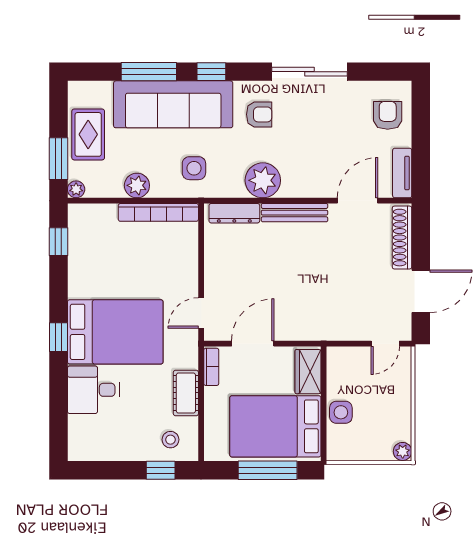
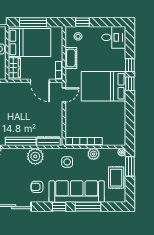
window: (58, 242) -> (130, 65), moved
door: (253, 344) -> (40, 81), hinge flipped
desk: (93, 390) -> (114, 37), moved

